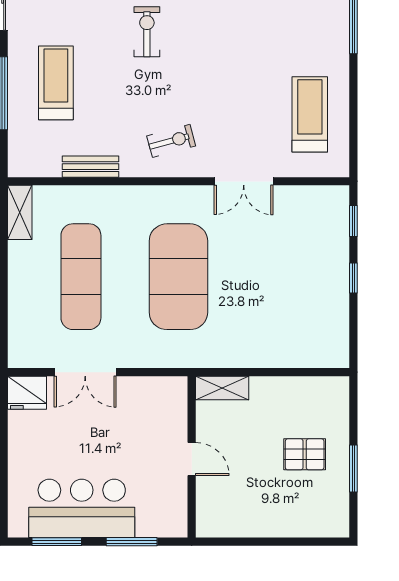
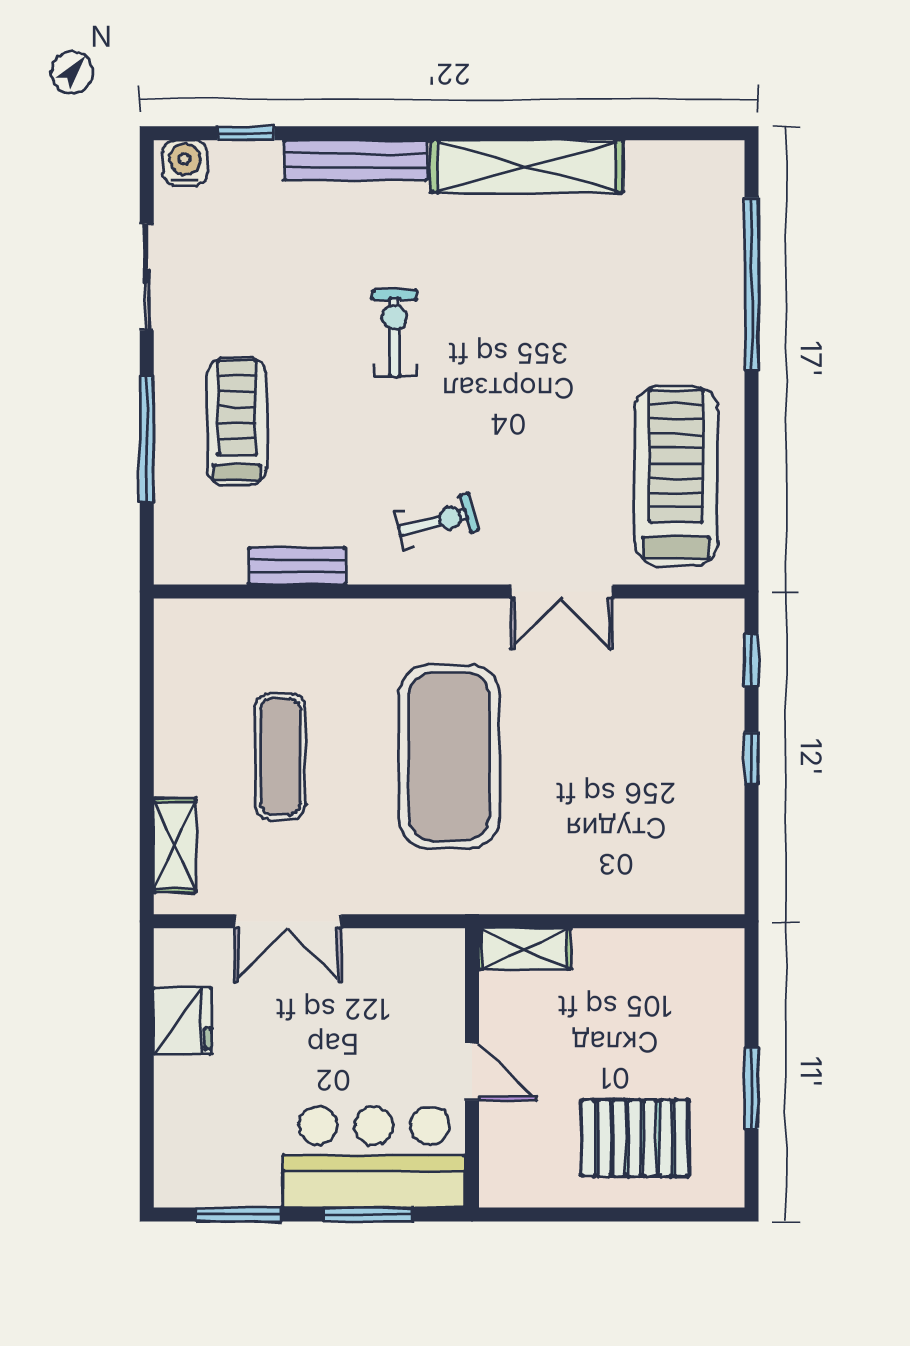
treadmill: (310, 114) -> (676, 476), width x1.37, depth x1.38
shelving: (20, 212) -> (175, 846), moved
exercise mat: (81, 277) -> (280, 756), width x0.73, depth x0.69
fridge: (27, 393) -> (182, 1021), moved, turned -90
pallet: (305, 454) -> (635, 1138), moved, width x1.50, depth x1.42
bar counter: (82, 508) -> (374, 1157), moved

